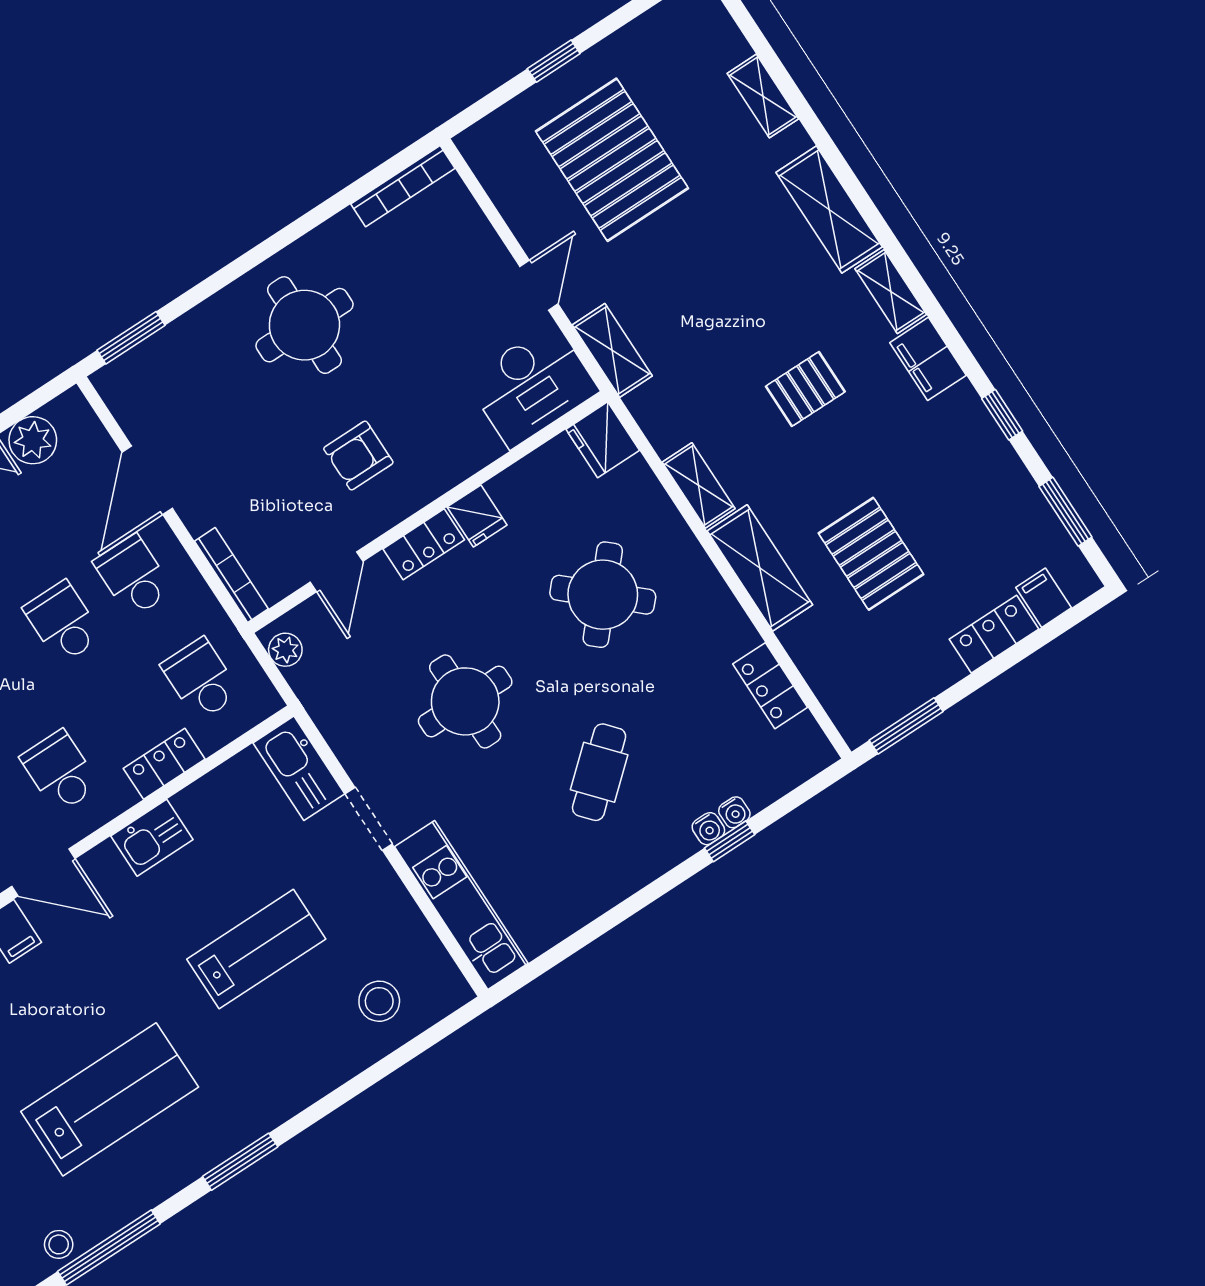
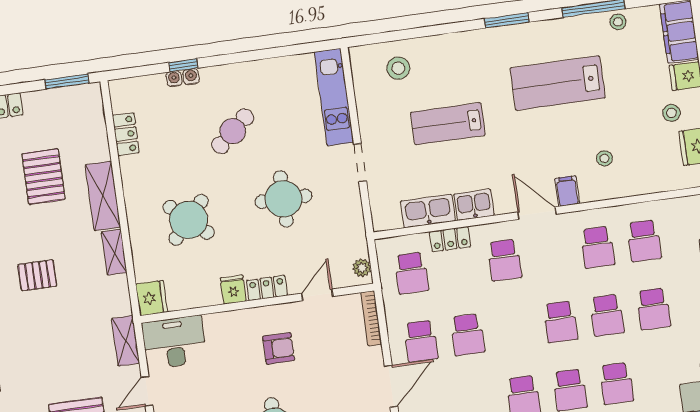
kitchen sink: (299, 768) -> (428, 211), moved, turned -90

